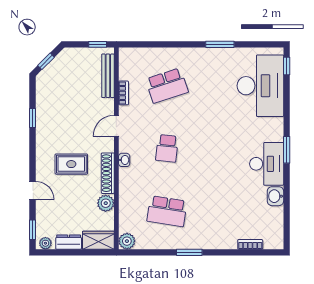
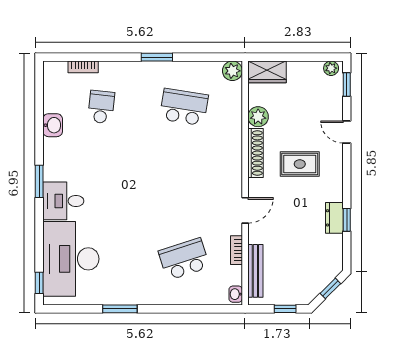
window: (98, 44) -> (285, 309), moved
school desk: (167, 148) -> (101, 107), moved
washbasin: (124, 160) -> (236, 294), moved
desk: (267, 164) -> (63, 201), moved, width x0.73
dresser: (69, 242) -> (334, 218), moved, turned 90

